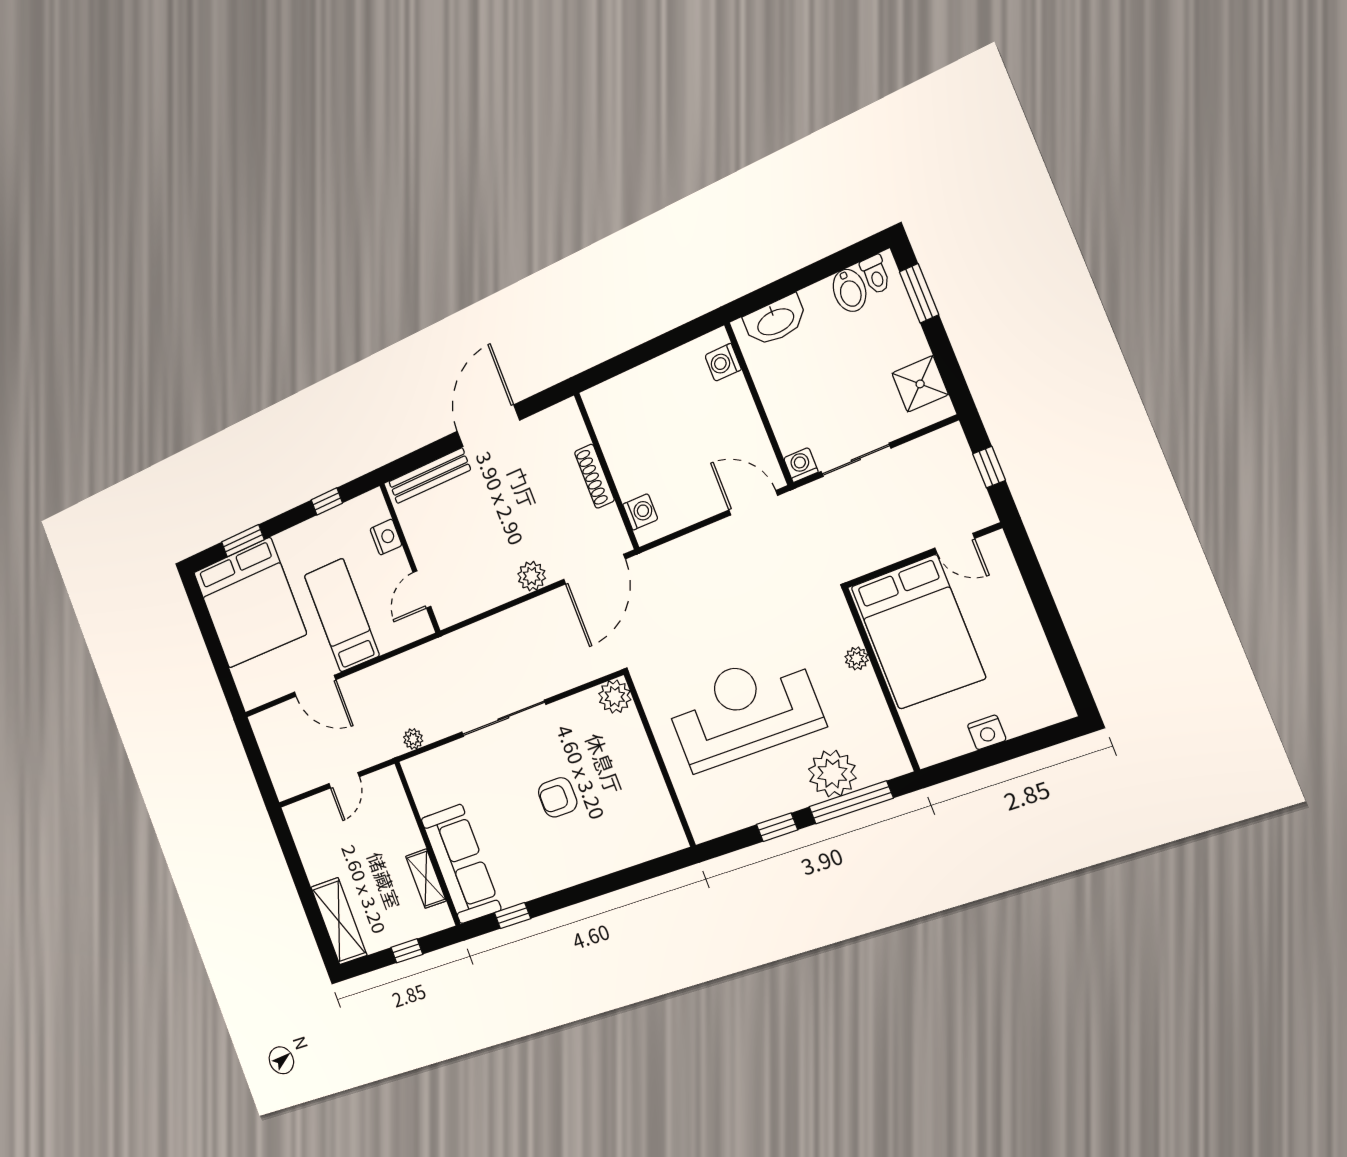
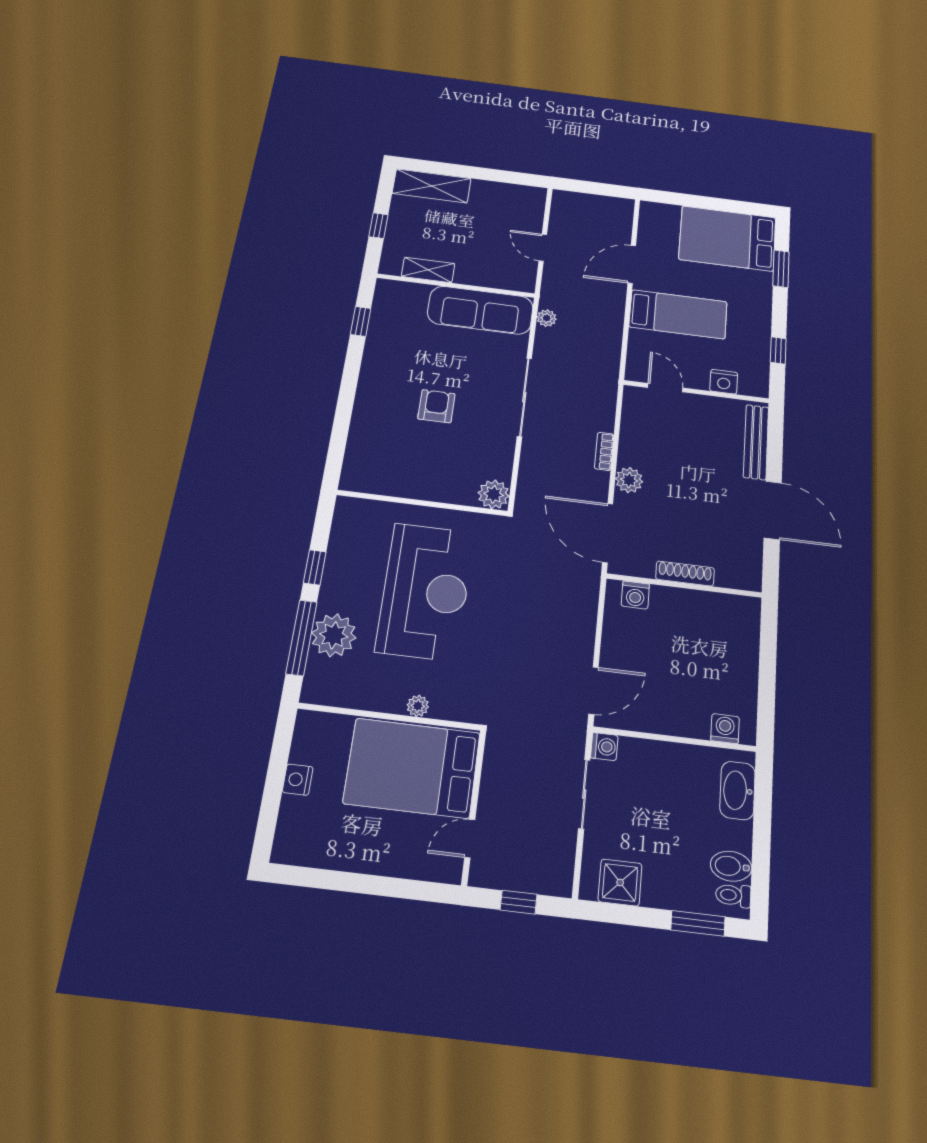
bed: (250, 603) -> (727, 238), width x0.73
bookcase: (516, 614) -> (604, 451), added
sofa: (461, 864) -> (480, 310), moved

